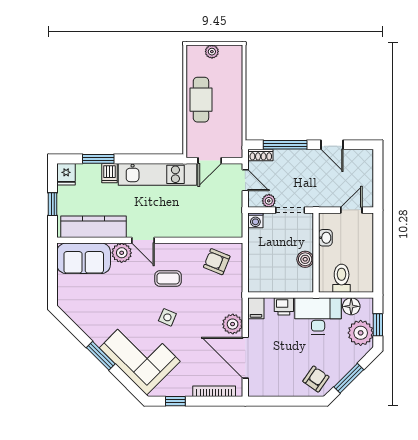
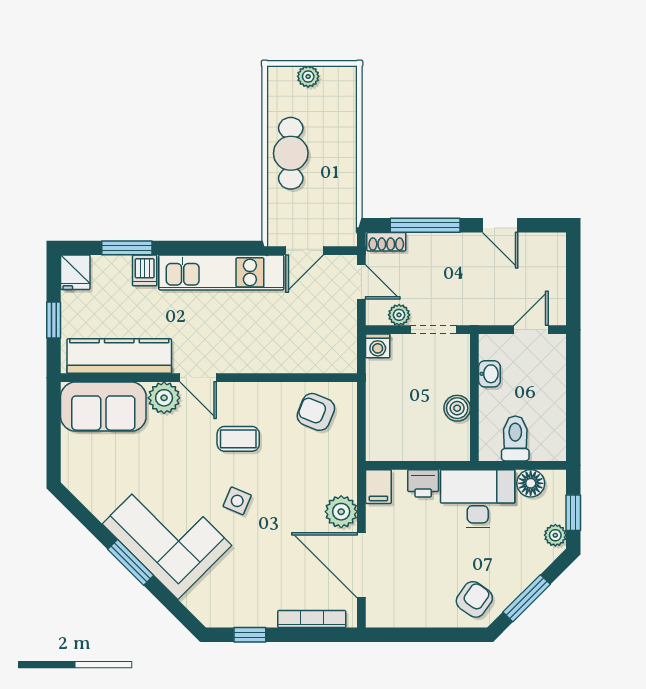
plant: (361, 333) -> (555, 535), width x0.53, depth x0.53
corner sofa: (140, 355) -> (167, 535), moved

